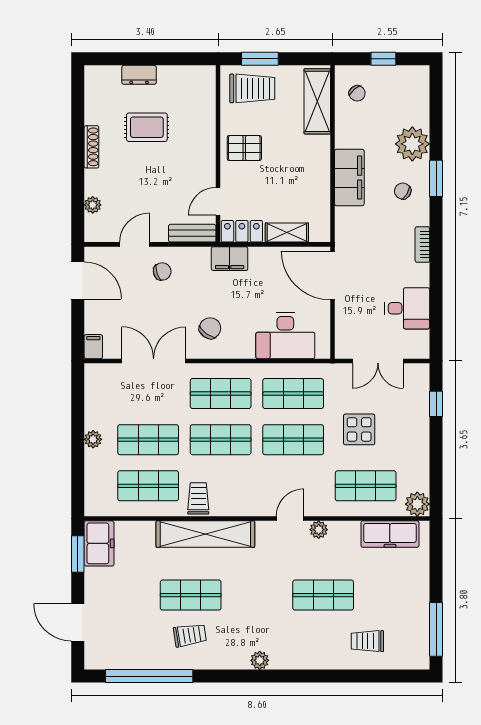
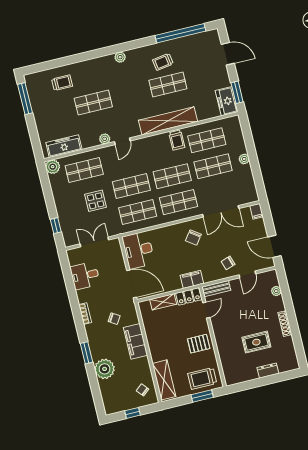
chair: (403, 191) -> (114, 319), moved
desk: (285, 336) -> (138, 250), moved, turned -90

